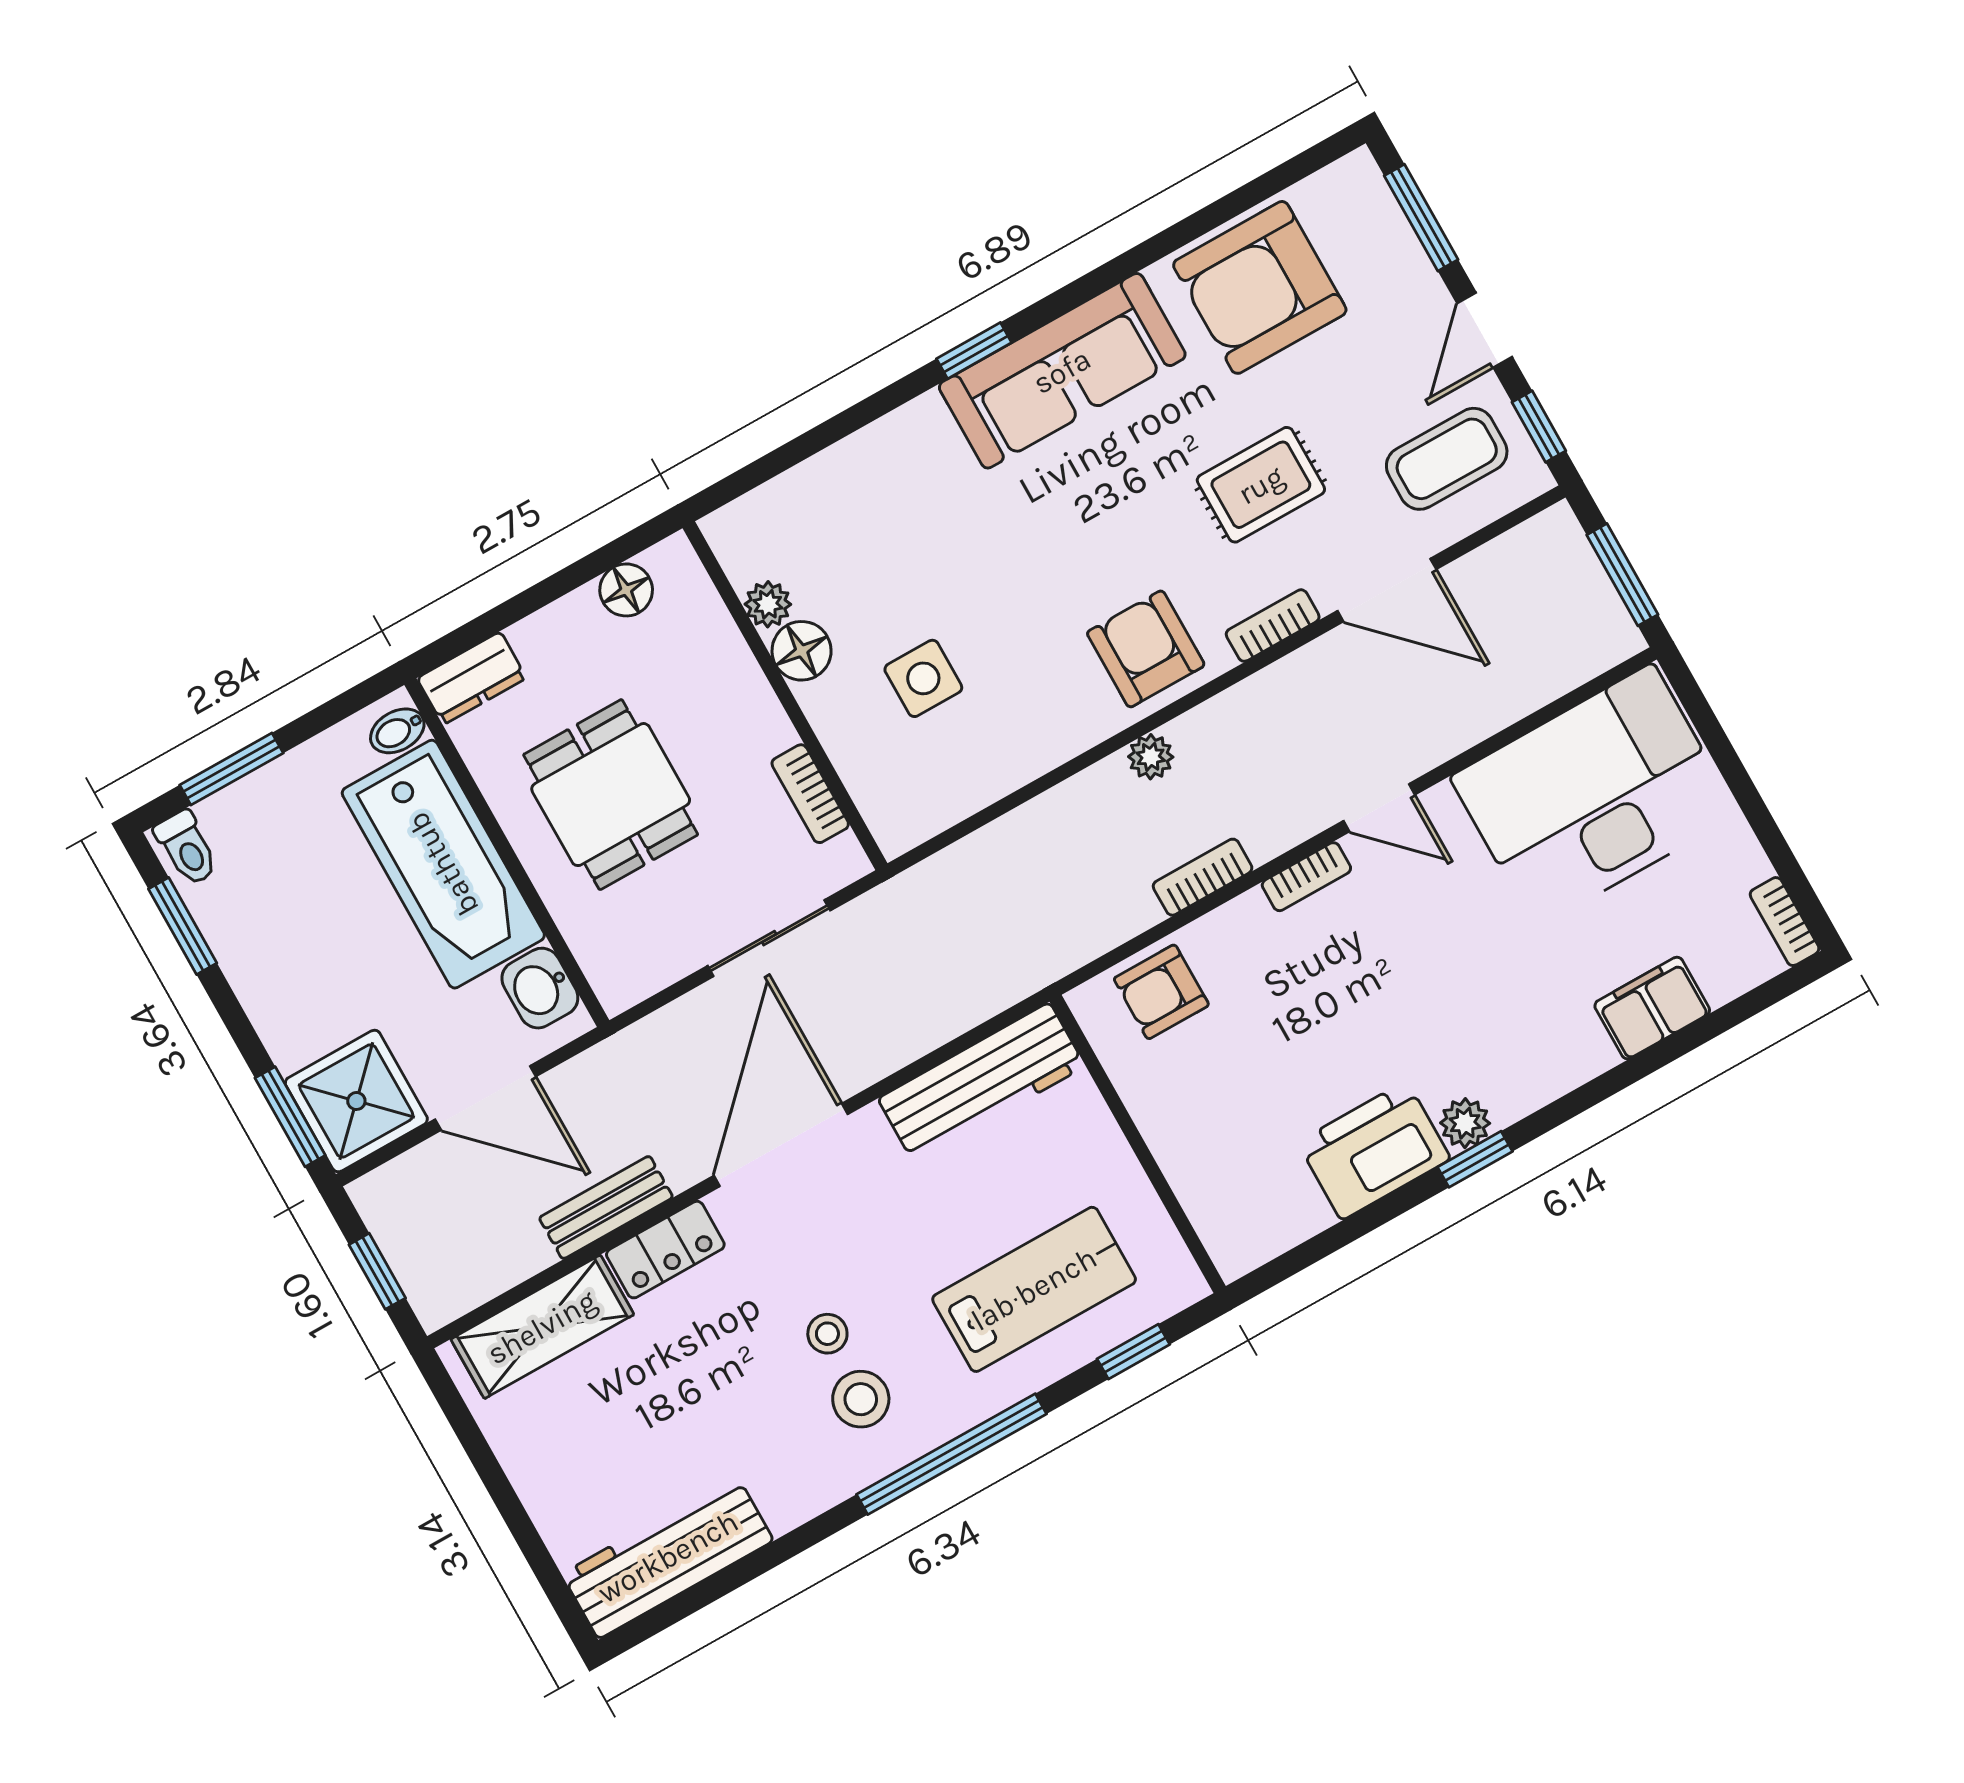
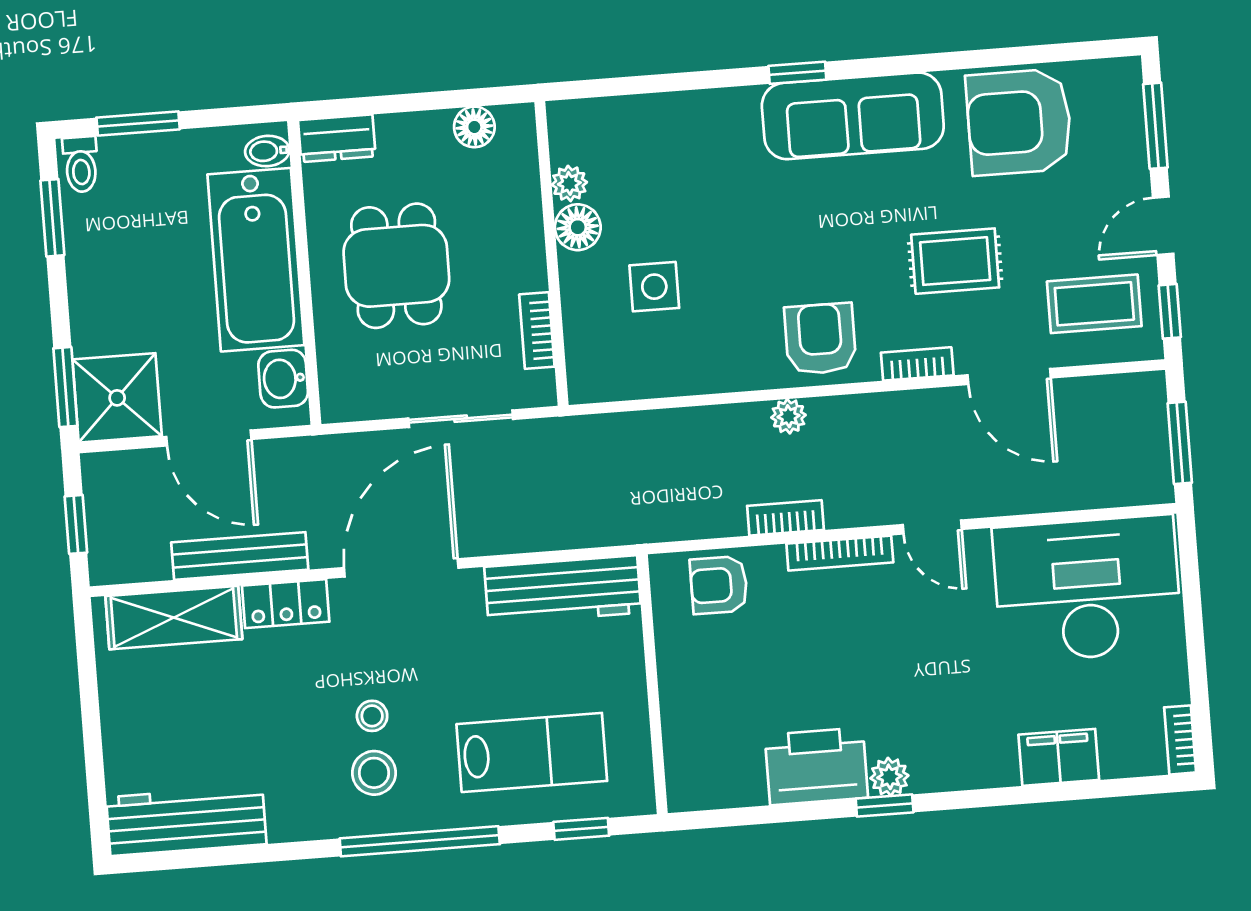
bookcase: (1306, 877) -> (840, 553), width x1.56
bench: (606, 1208) -> (240, 556), width x1.36

